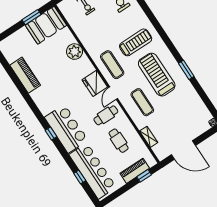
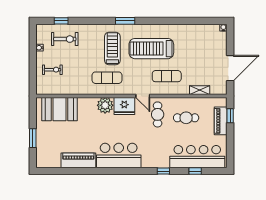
window: (31, 17) -> (33, 138), moved
booth: (46, 25) -> (60, 109), moved, turned 90
plant: (75, 52) -> (105, 105), moved
exercise mat: (112, 65) -> (107, 78), moved
window: (186, 70) -> (125, 21), moved
bar counter: (66, 129) -> (119, 155), moved
window: (51, 133) -> (163, 171), moved

